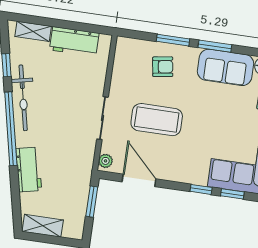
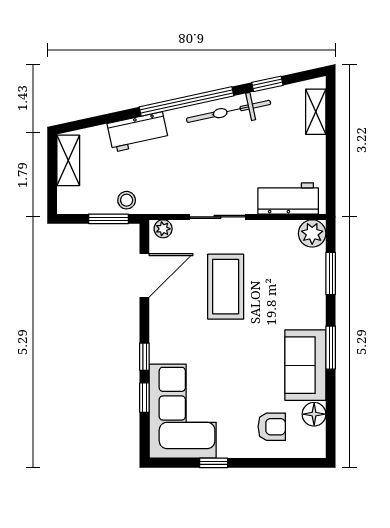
window: (173, 40) -> (331, 273), moved
workbench: (74, 42) -> (288, 198), moved, turned 90
plant: (126, 48) -> (312, 233), added
armchair: (163, 67) -> (295, 285), removed
stool: (80, 186) -> (127, 200), added

